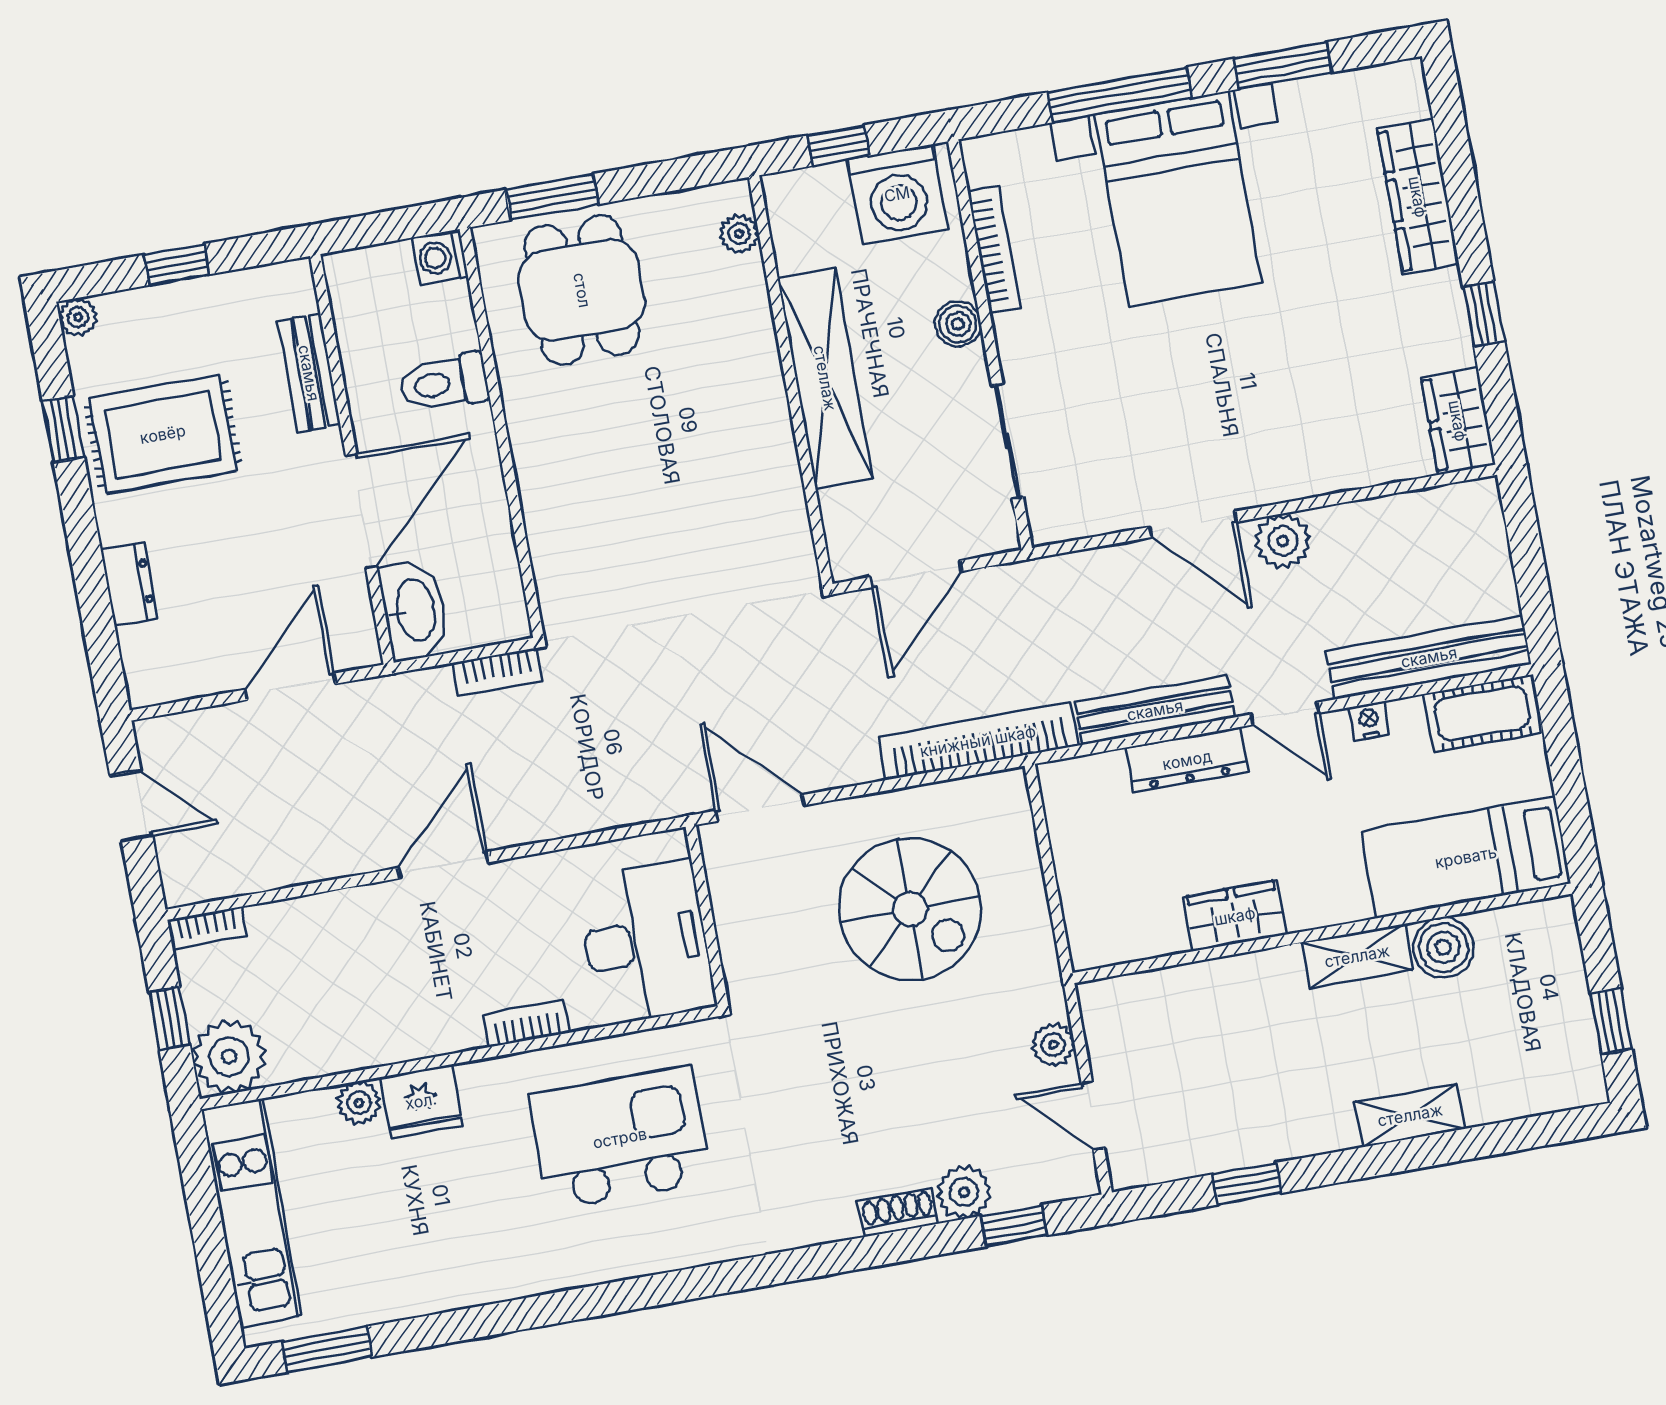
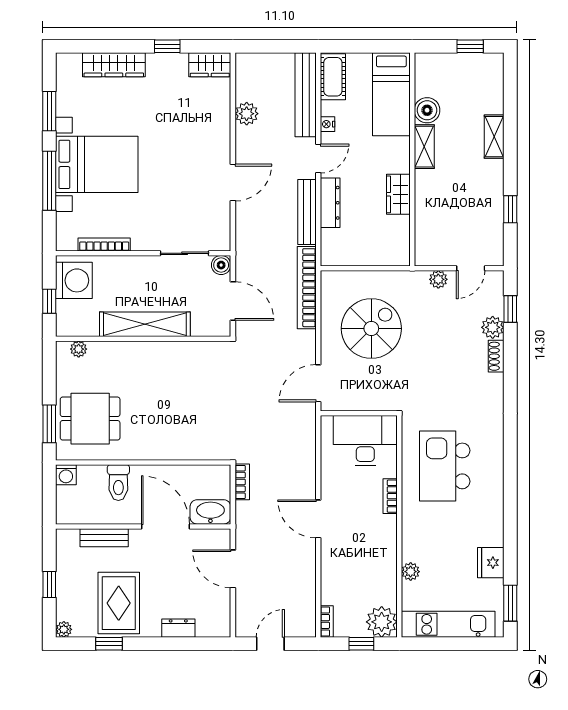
boiler: (958, 324) -> (221, 265), moved
plant: (1283, 541) -> (247, 114), moved
fridge: (421, 1101) -> (491, 563), moved, turned 180

